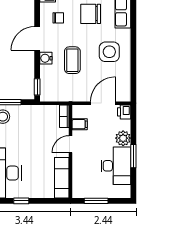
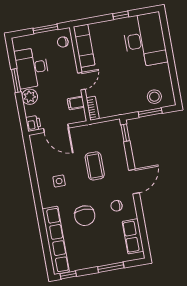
chair: (91, 14) -> (85, 216), turned 90
side table: (109, 52) -> (59, 181), width x0.54, depth x0.54
water cooler: (46, 58) -> (122, 163), removed
door: (103, 103) -> (56, 128), hinge flipped
chair: (82, 185) -> (63, 42), added

